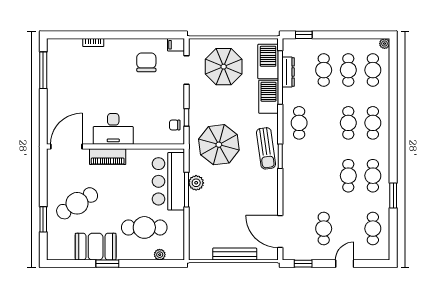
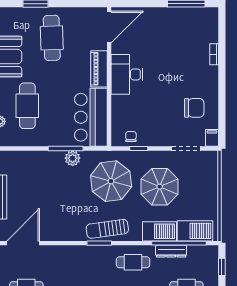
parasol: (224, 67) -> (160, 187), moved
dresser: (288, 72) -> (171, 251), moved
door: (66, 147) -> (109, 27), hinge flipped
bar counter: (168, 181) -> (91, 117), moved, turned -90
cafe table: (77, 203) -> (52, 38), turned 30

